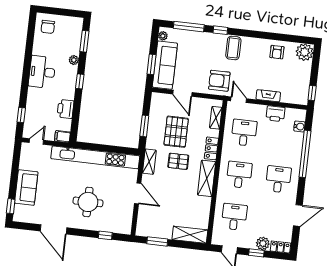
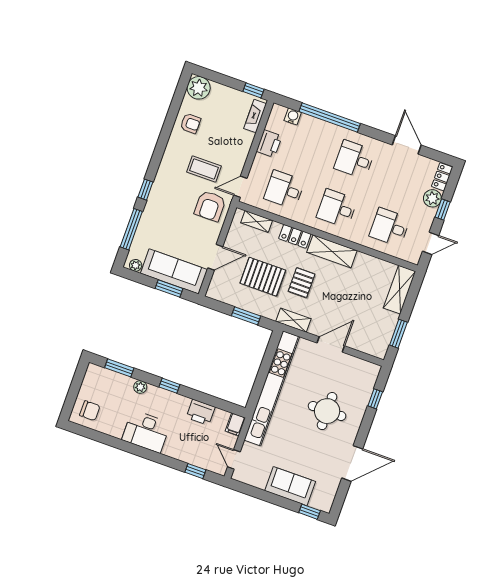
coffee table: (233, 48) -> (204, 169), moved
fireplace: (268, 96) -> (255, 116), moved

